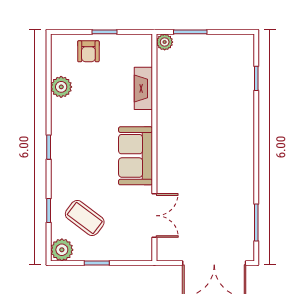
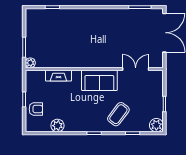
coffee table: (85, 218) -> (118, 114), moved

